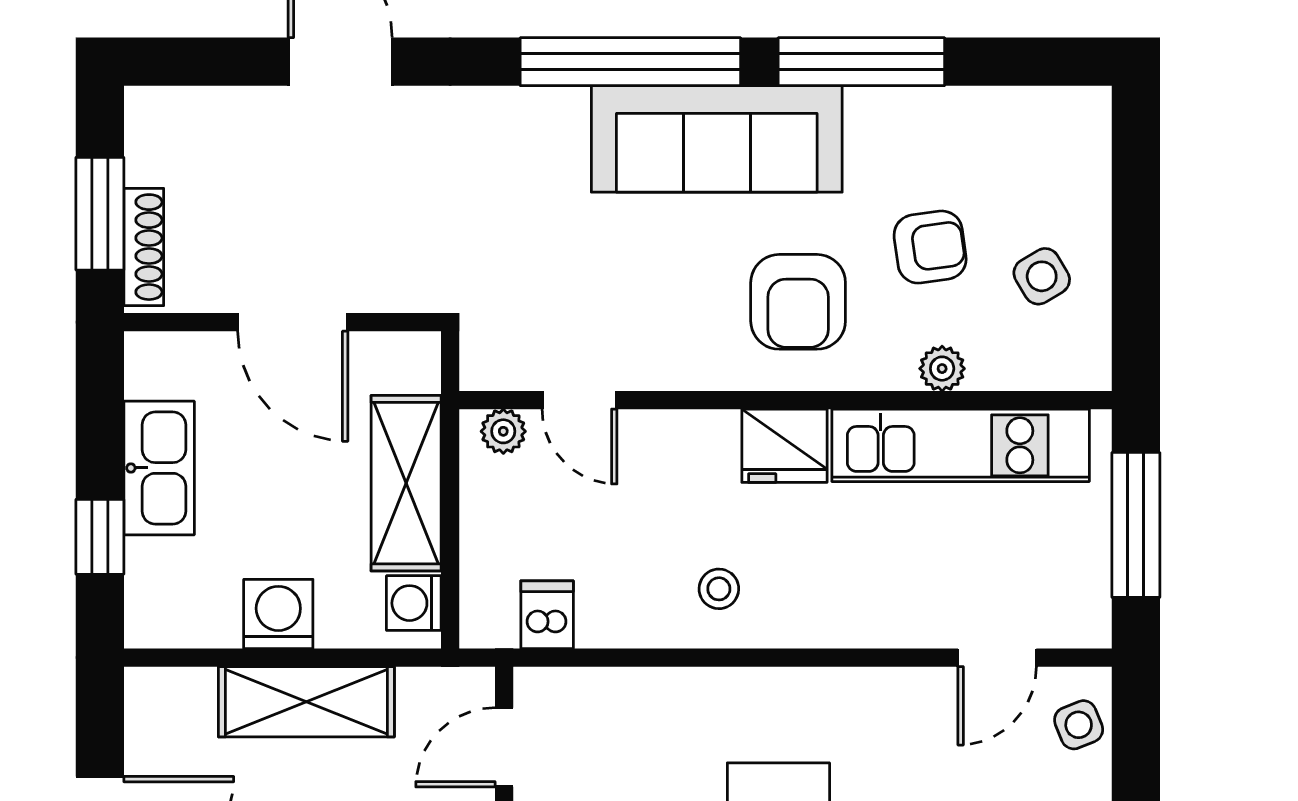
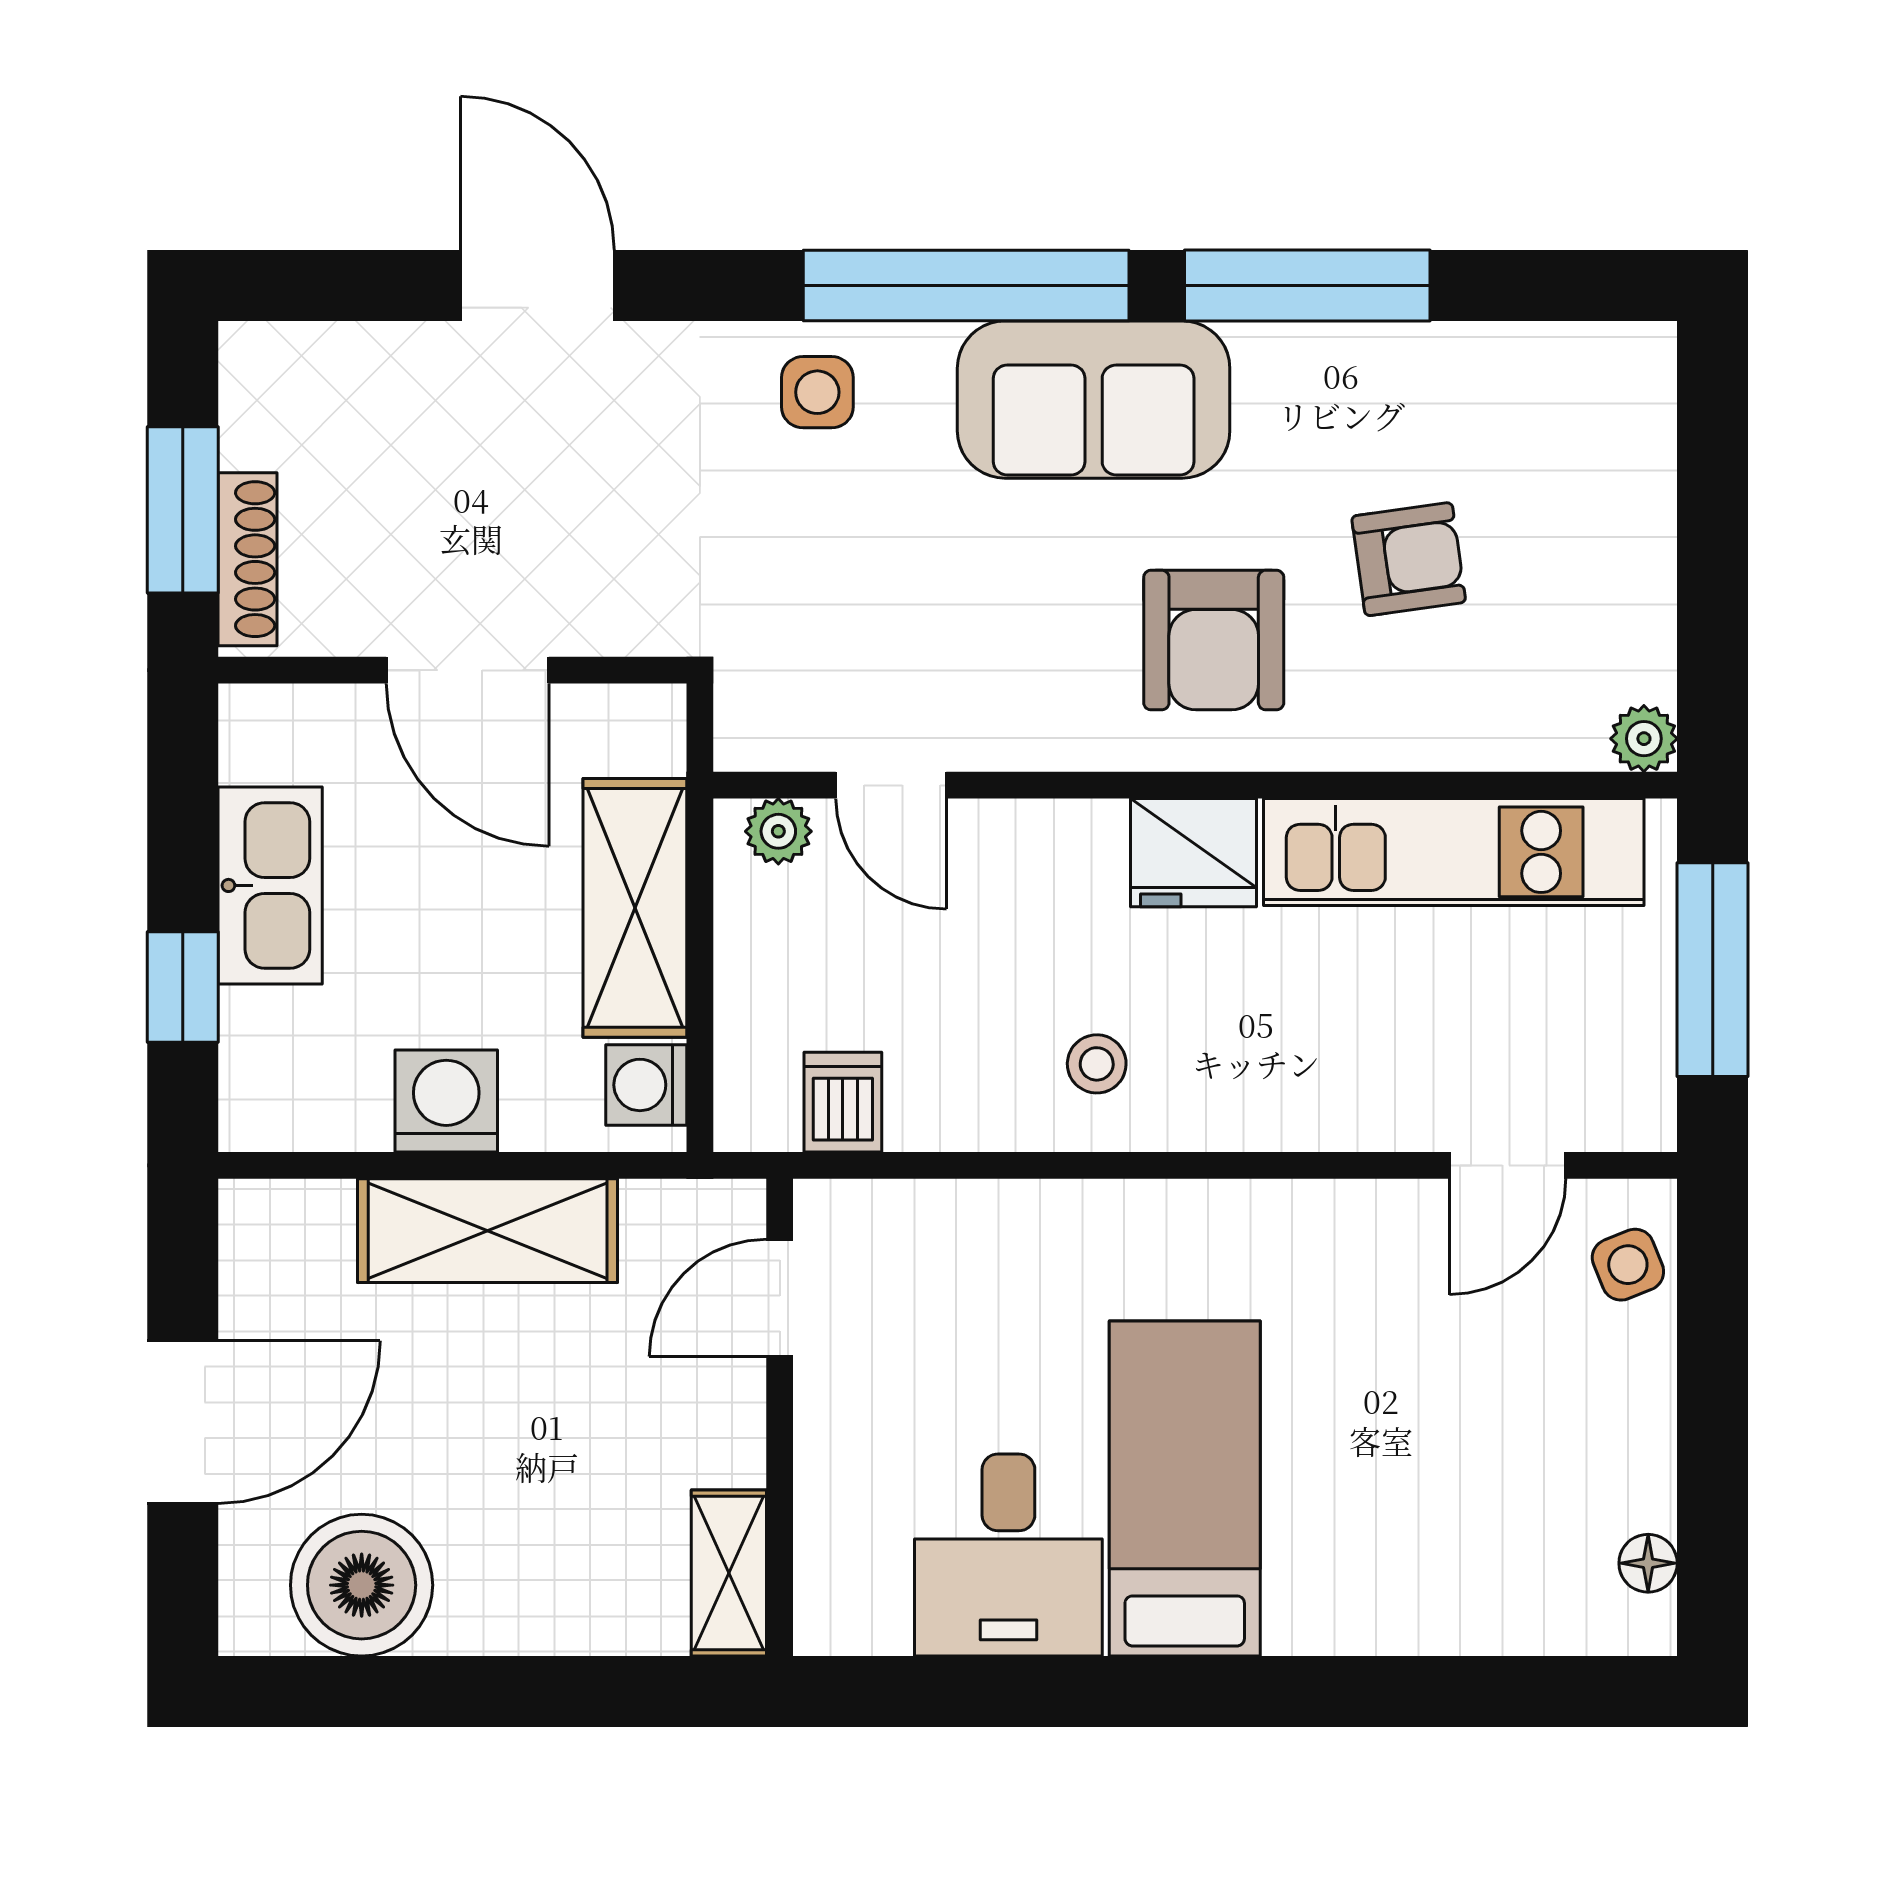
sofa: (717, 139) -> (1094, 400), width x0.73
side table: (1042, 276) -> (817, 392), moved, turned 31
plant: (942, 369) -> (1644, 739), moved

